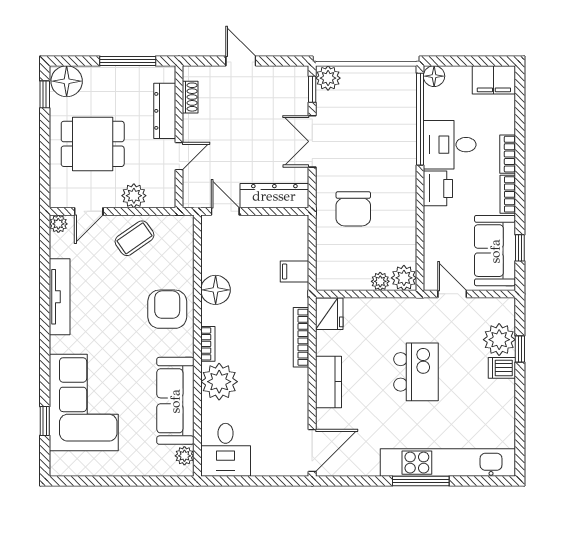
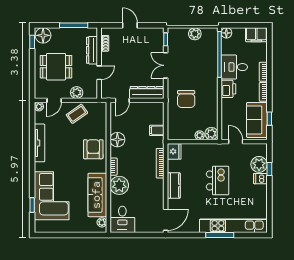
plant: (328, 78) -> (195, 34), moved
door: (225, 211) -> (122, 100), swing flipped

